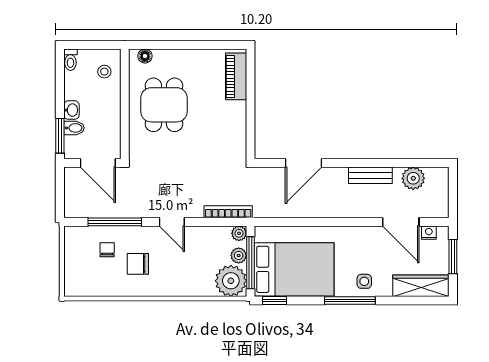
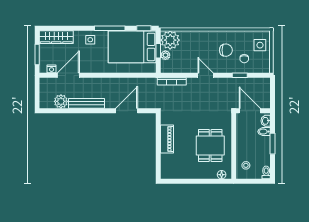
piano: (236, 76) -> (167, 139), moved
washbasin: (71, 110) -> (266, 121), moved
window: (60, 136) -> (273, 144), moved
bench: (370, 175) -> (87, 103), width x1.36
window: (115, 222) -> (240, 75), width x0.46
door: (401, 222) -> (68, 75), hinge flipped
plant: (239, 233) -> (165, 68), removed
window: (251, 263) -> (158, 51), width x0.46
side table: (81, 272) -> (260, 45), added
window: (350, 300) -> (110, 28), moved

